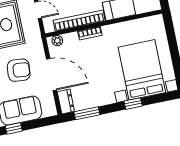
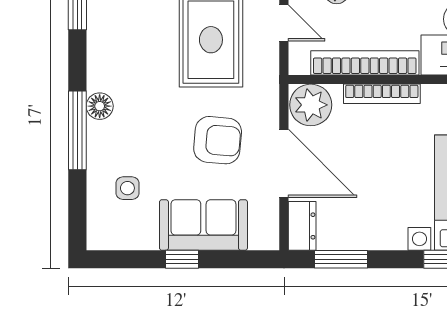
bookcase: (90, 33) -> (382, 94), width x1.56
plant: (57, 41) -> (311, 105), width x1.88, depth x1.88

